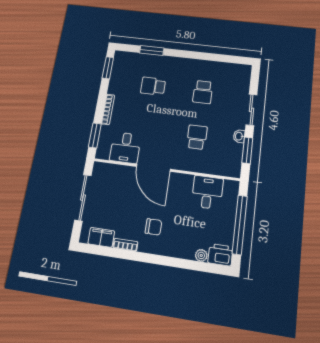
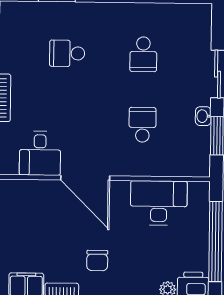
desk: (207, 192) -> (159, 203), width x1.37
chair: (153, 227) -> (97, 260), turned 90

